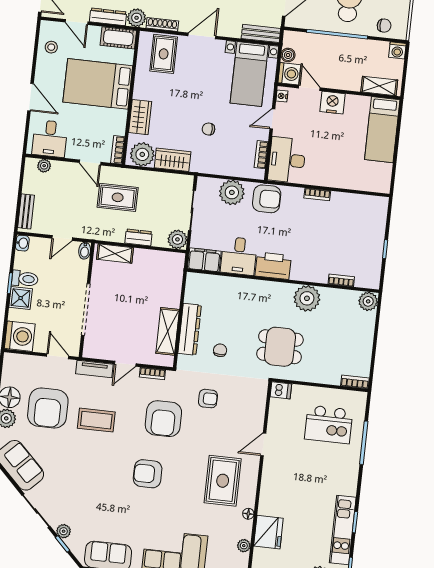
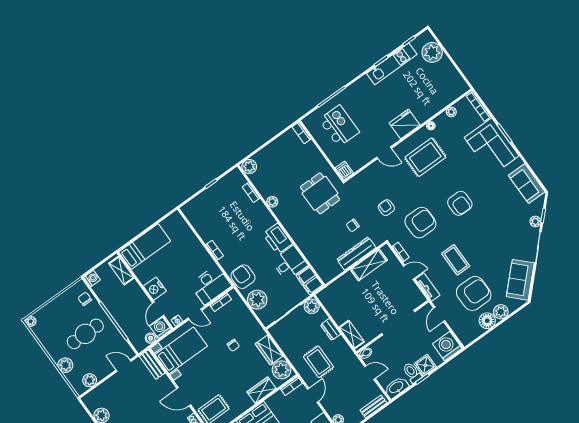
washbasin: (22, 243) -> (396, 387), width x1.91, depth x1.45
plant: (307, 298) -> (272, 202), width x0.53, depth x0.53
fridge: (268, 532) -> (405, 124), moved

